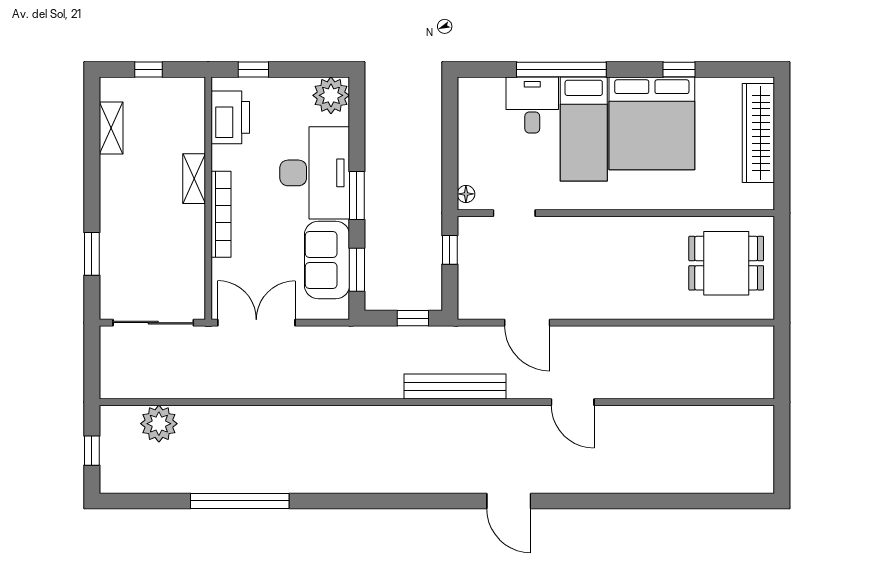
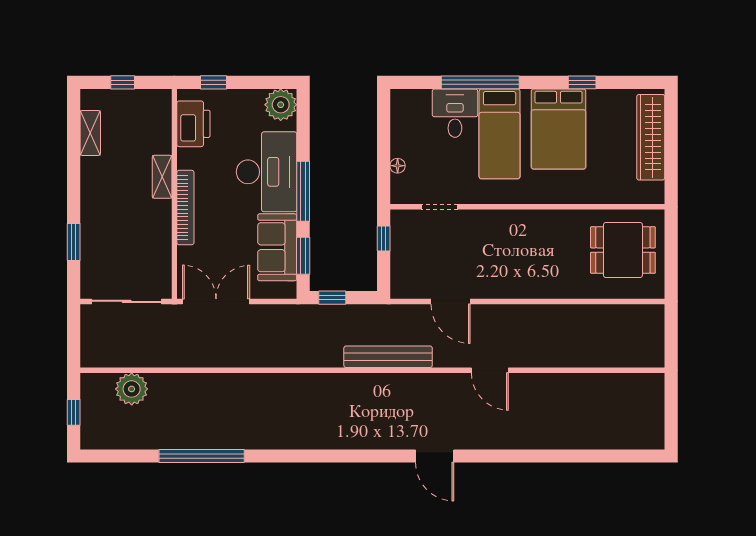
bed: (652, 123) -> (559, 129), width x0.73
floor lamp: (466, 194) -> (398, 166), moved
window: (357, 195) -> (303, 191), width x1.44
window: (413, 318) -> (332, 298), moved

